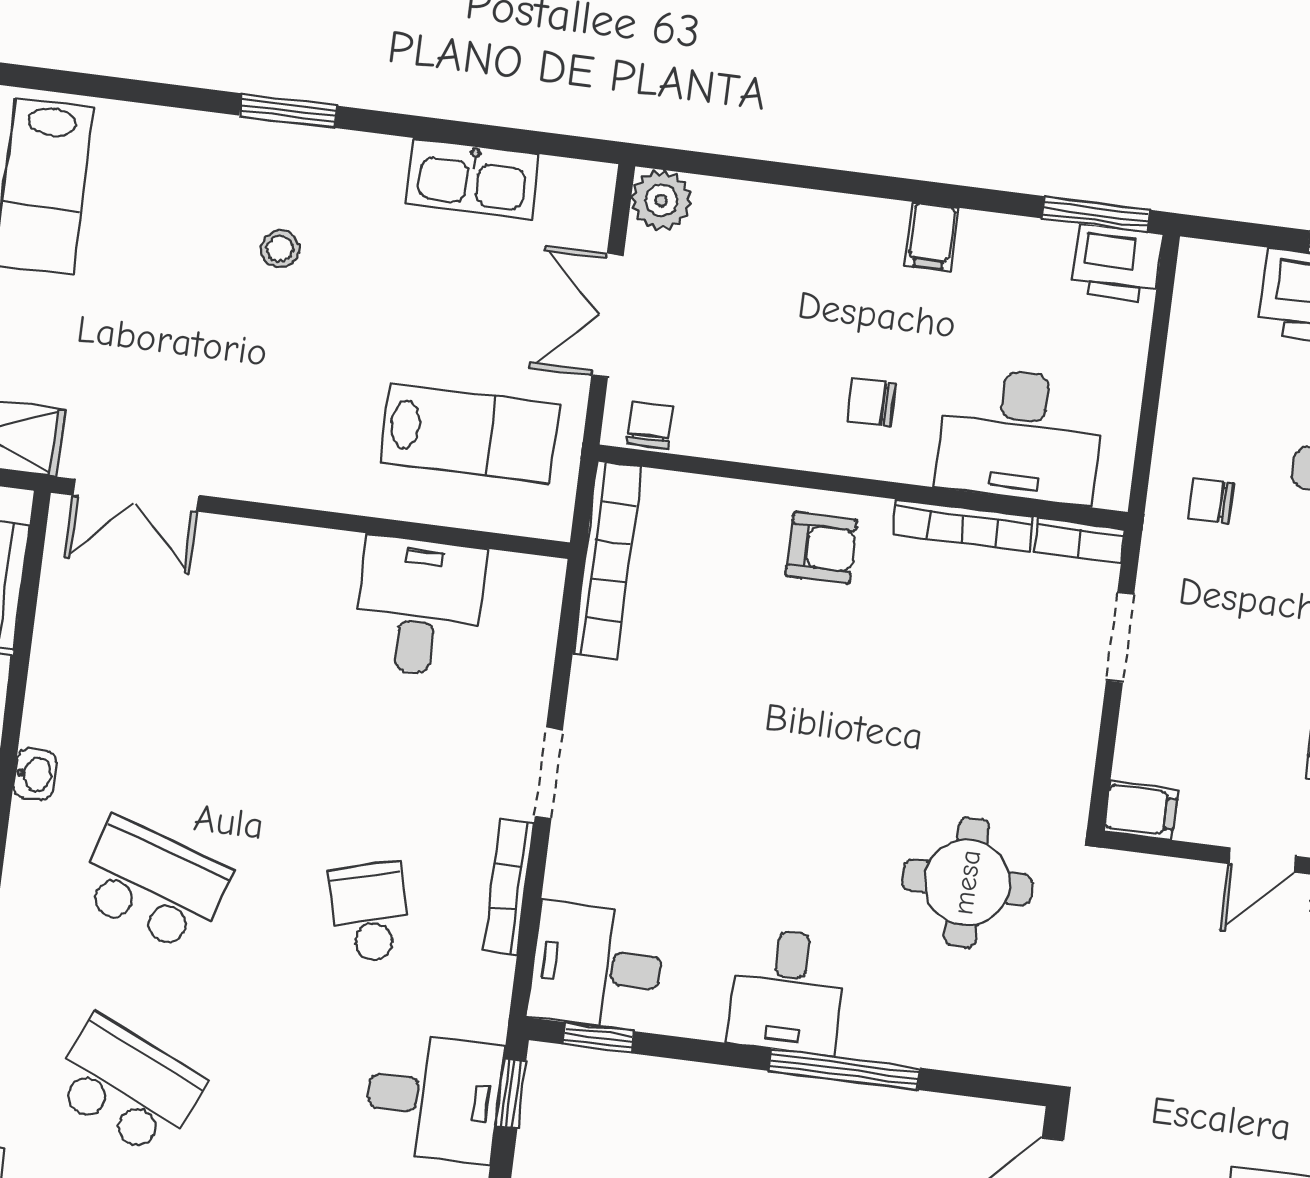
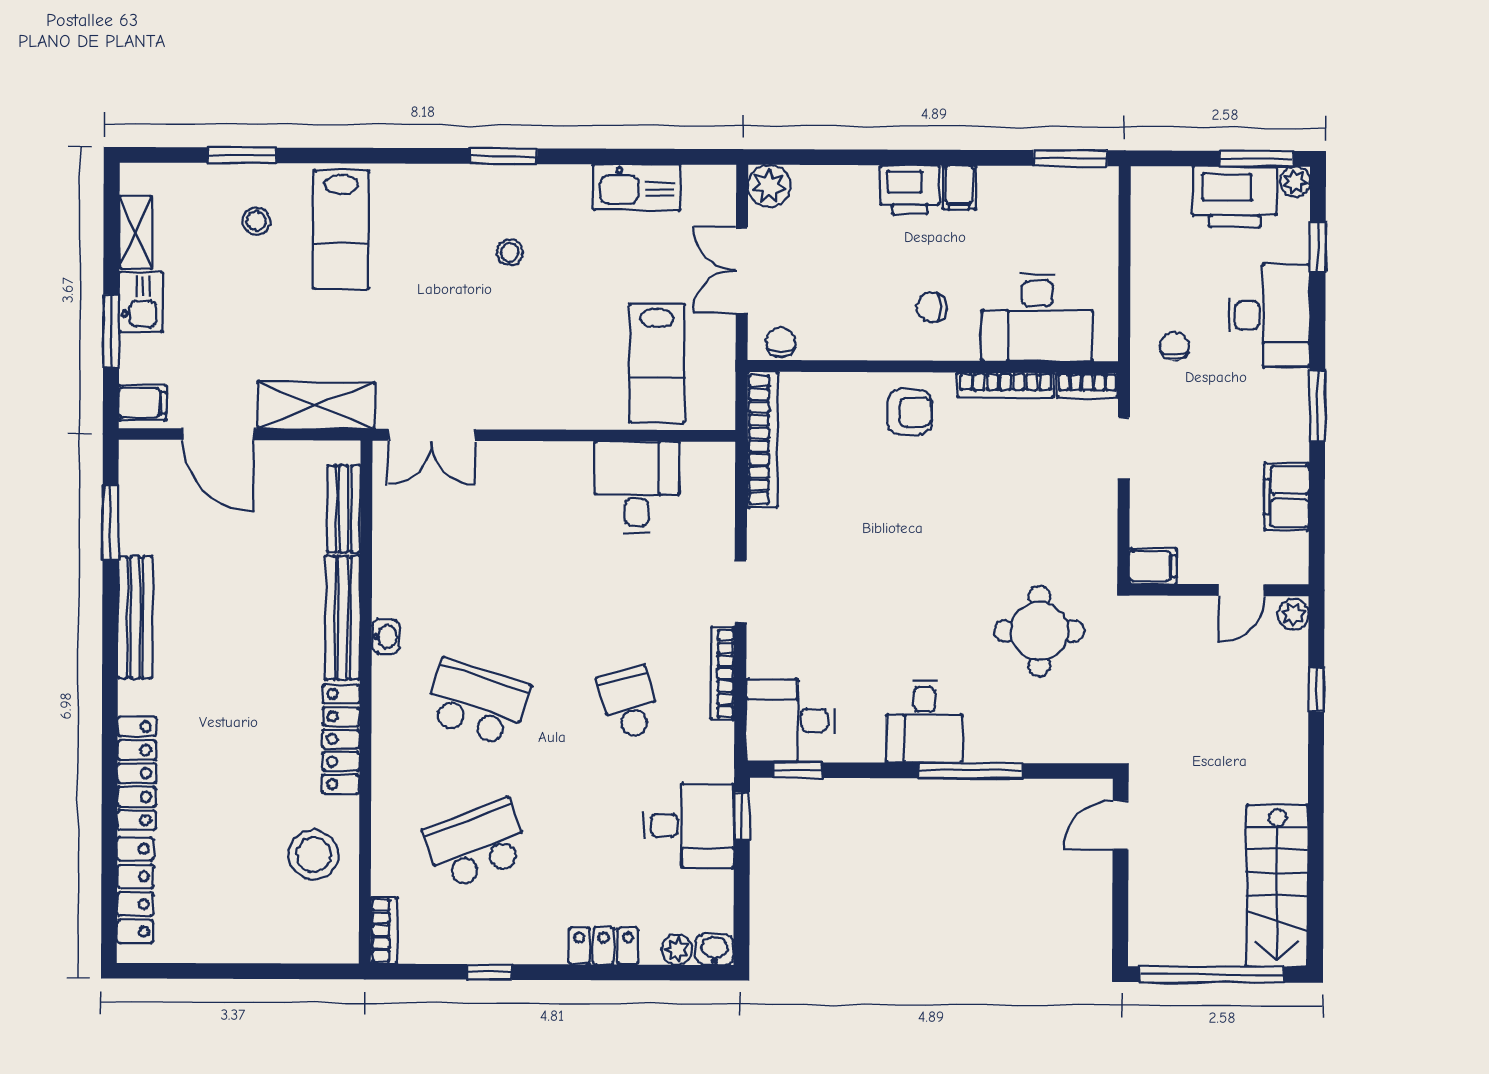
printer: (1117, 263) -> (910, 190), moved
lab bench: (470, 433) -> (657, 363), turned 90
chair: (1210, 501) -> (1174, 346), turned 90
school desk: (127, 1086) -> (476, 844), turned -45

